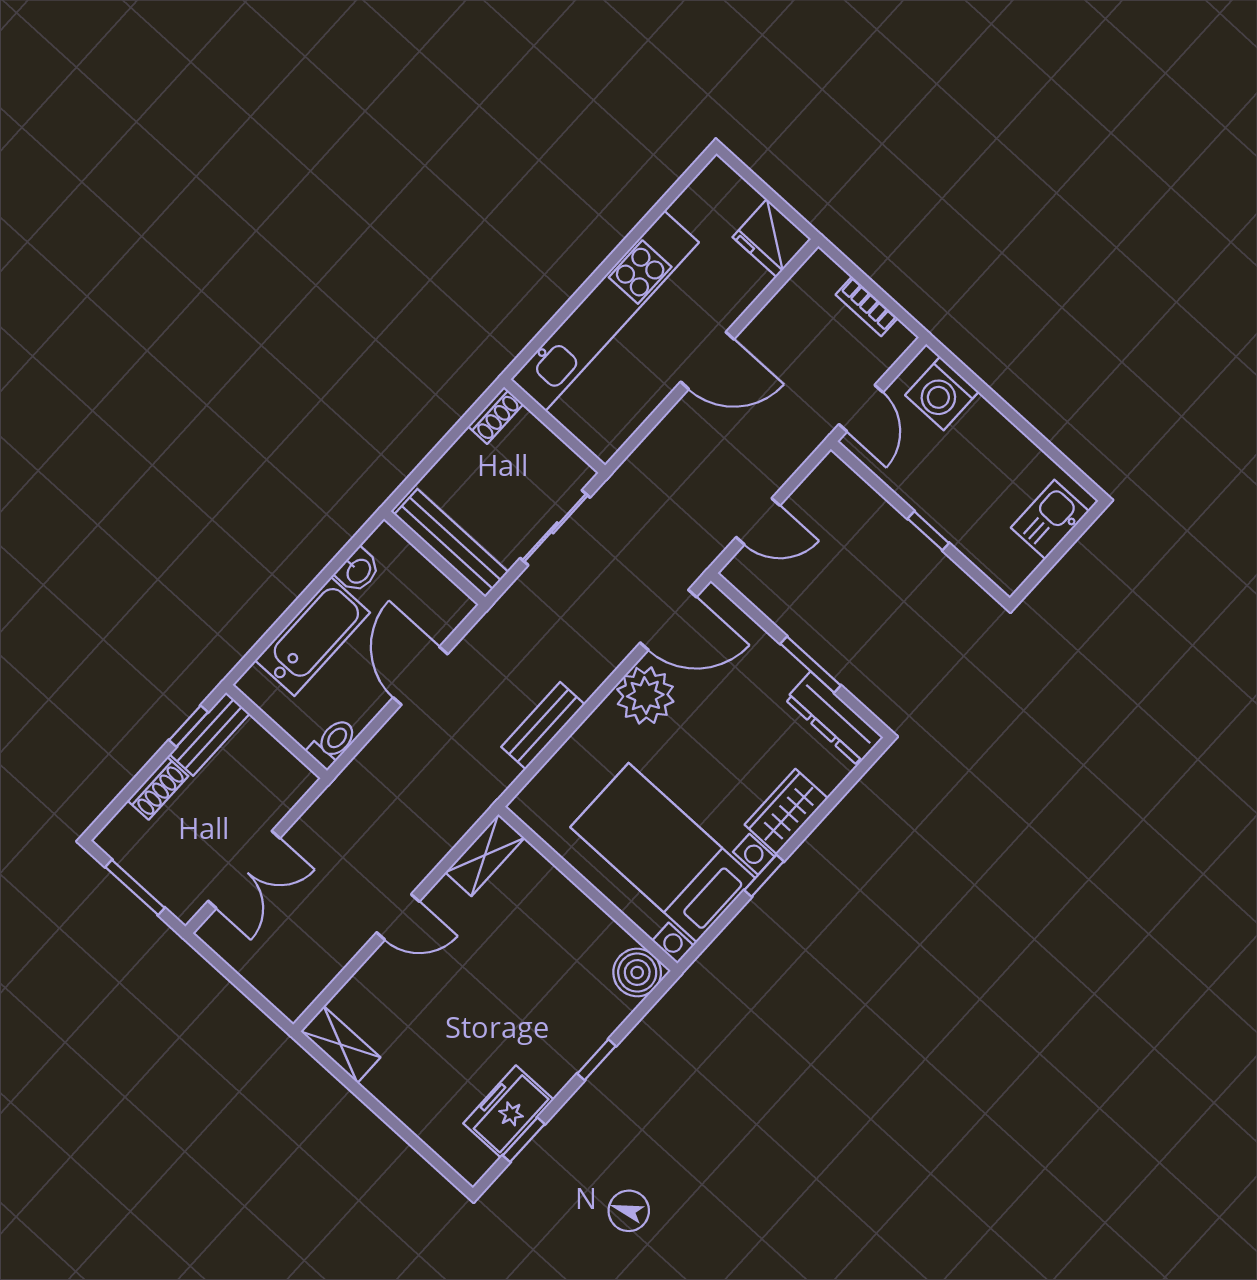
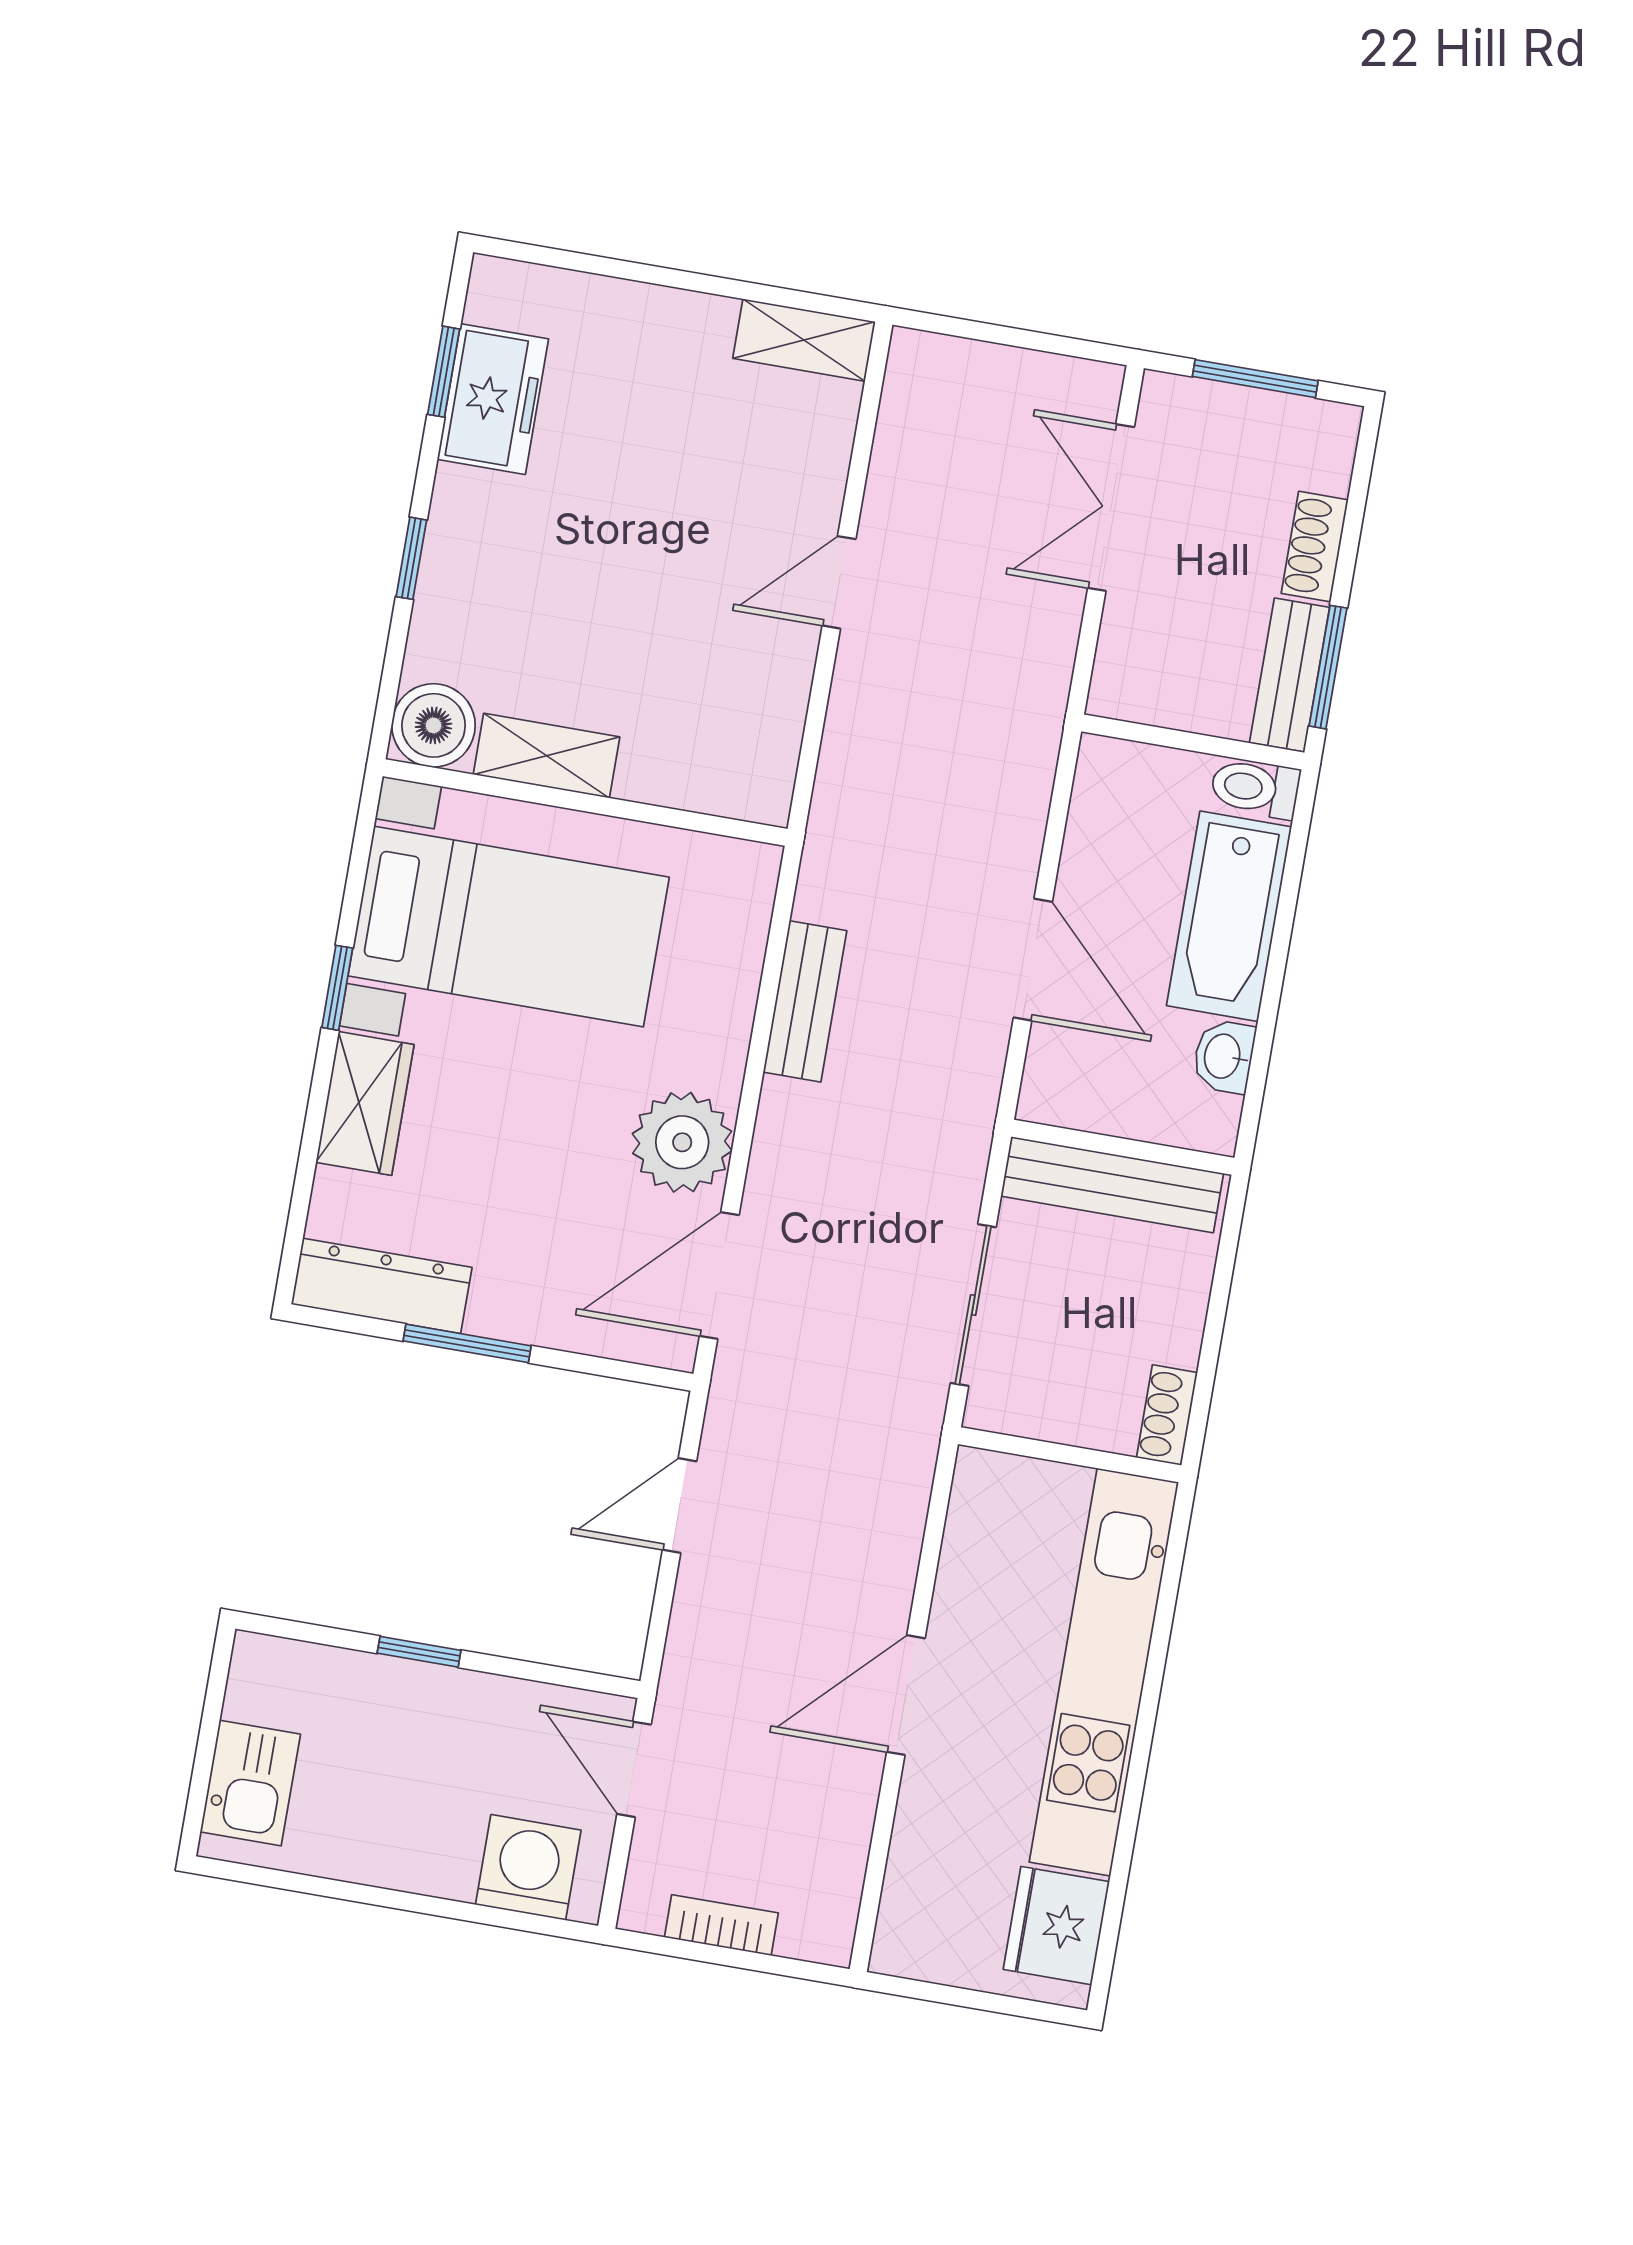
fridge: (772, 238) -> (1056, 1926), moved, turned -90
window: (188, 726) -> (1328, 667), width x1.50
toilet: (333, 743) -> (1255, 788), moved, turned 90
shelving: (485, 855) -> (547, 756), moved, turned 90

